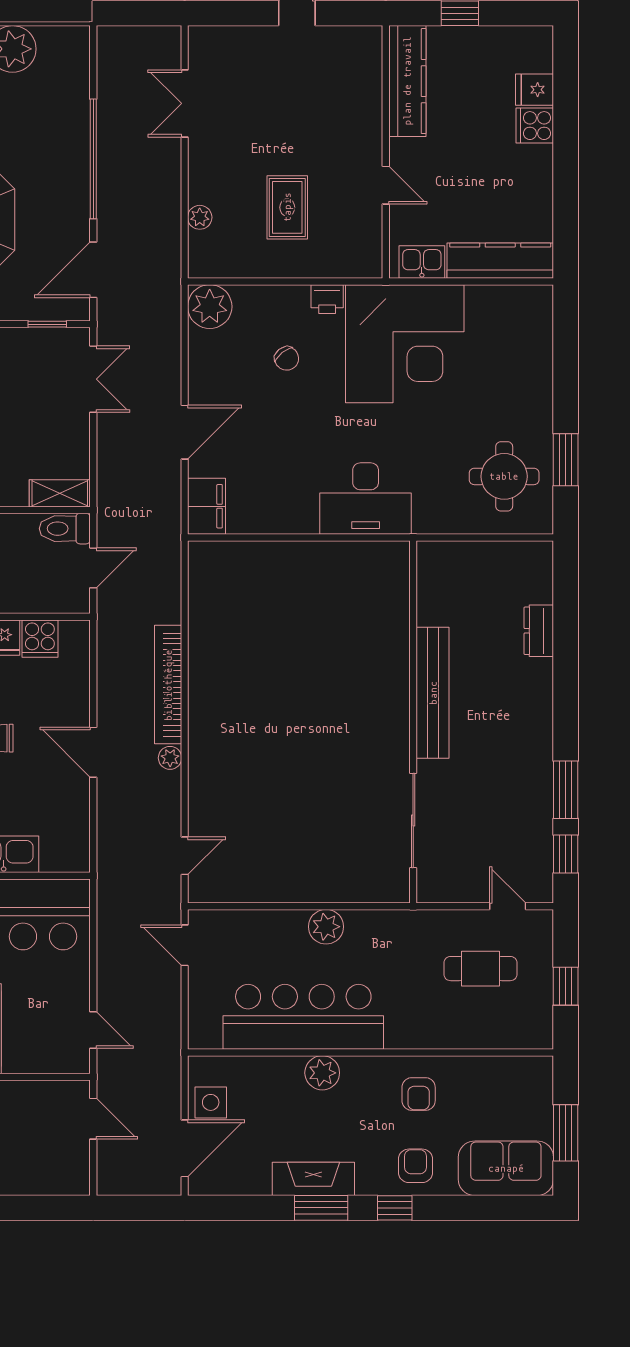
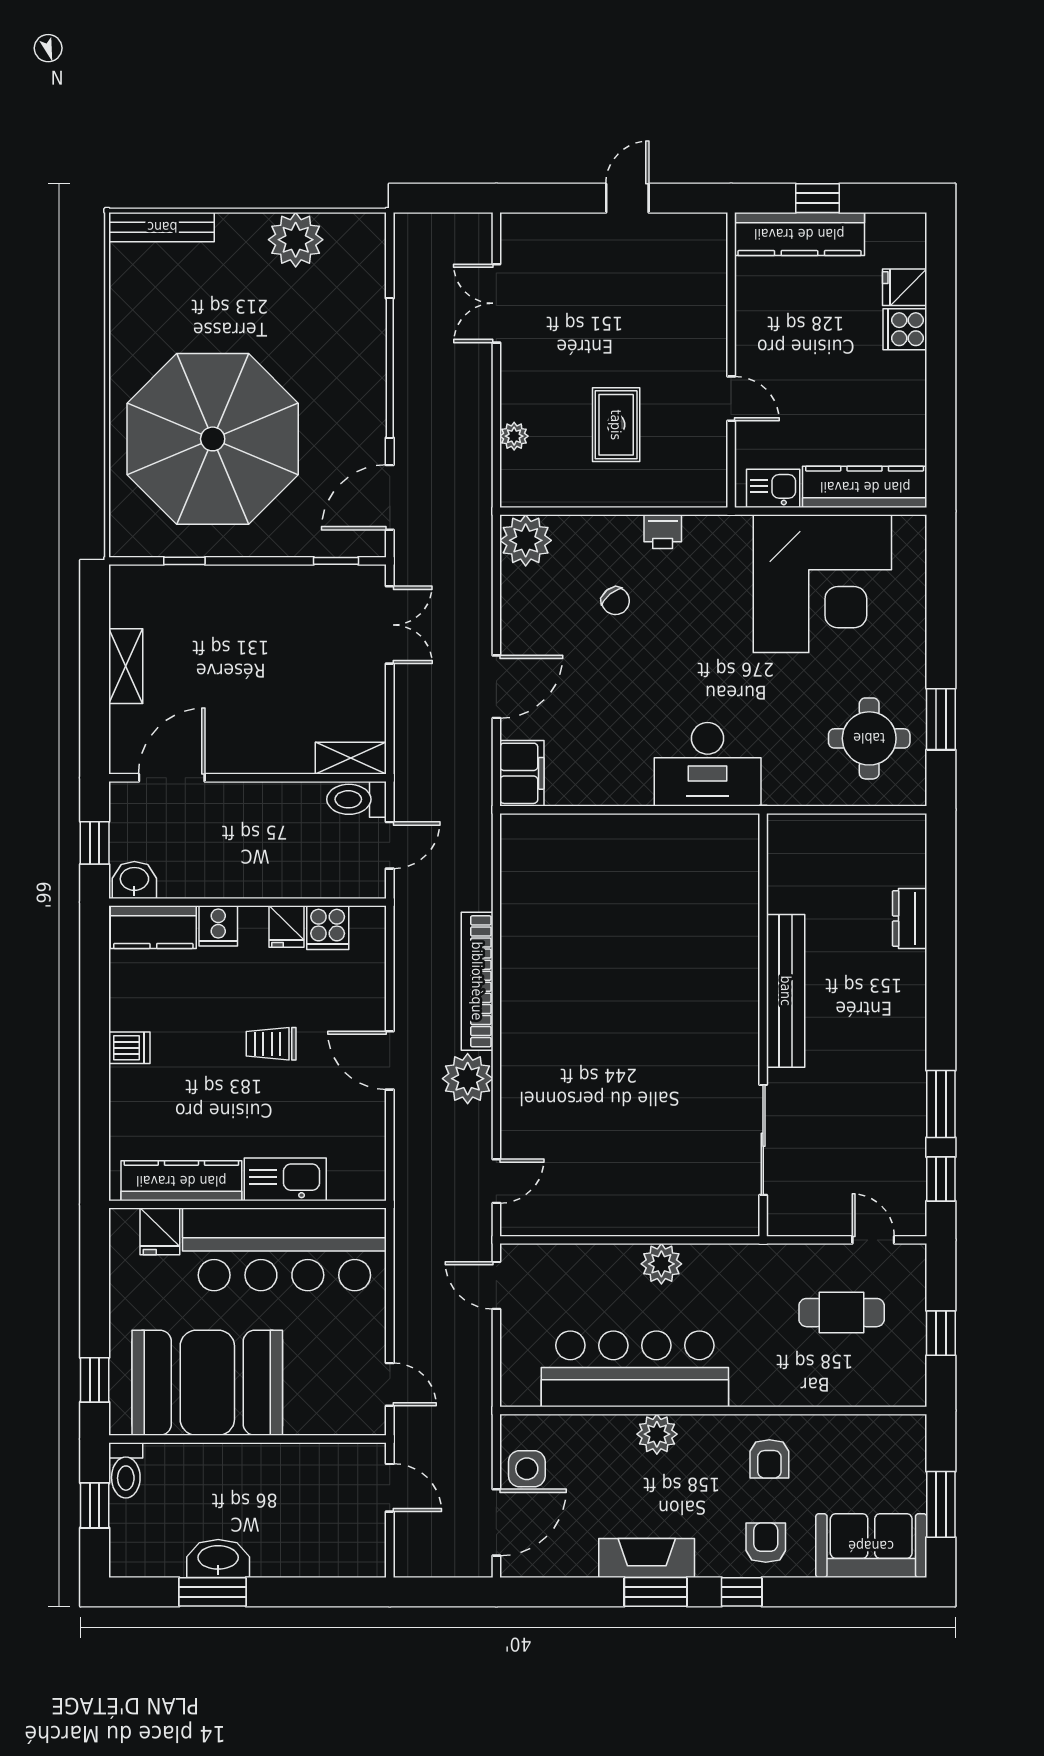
kitchen counter: (407, 81) -> (799, 234), moved, turned 90
corner desk: (405, 344) -> (822, 584), moved
plant: (170, 758) -> (468, 1079), width x1.88, depth x1.88

